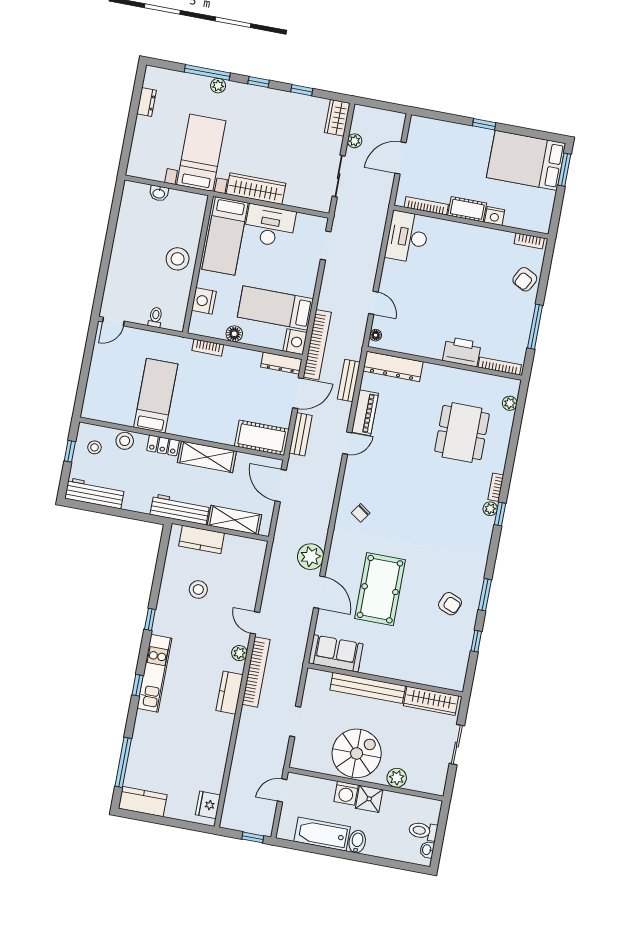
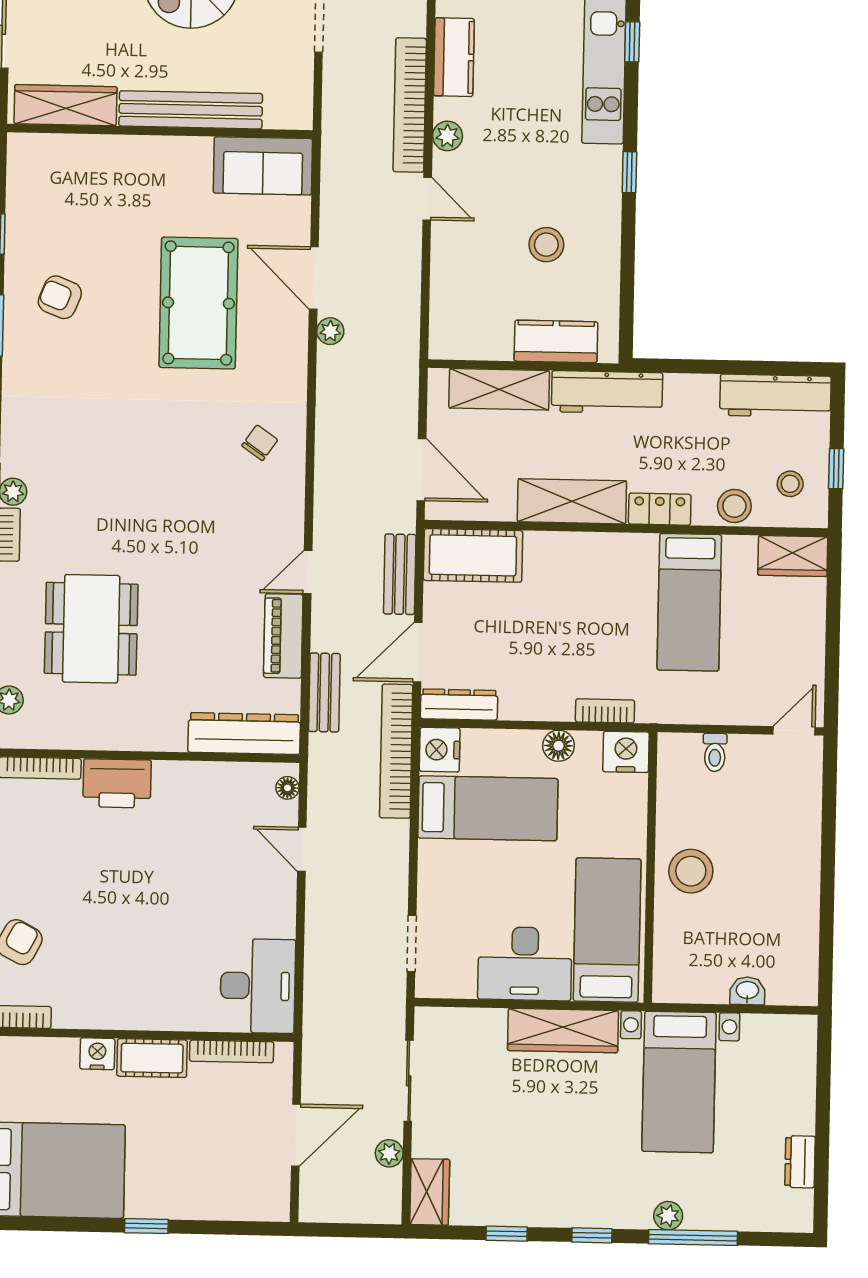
nightstand: (204, 301) -> (626, 752), moved, turned -90
wardrobe: (99, 410) -> (793, 556), added
plant: (311, 557) -> (330, 331), width x0.53, depth x0.53

